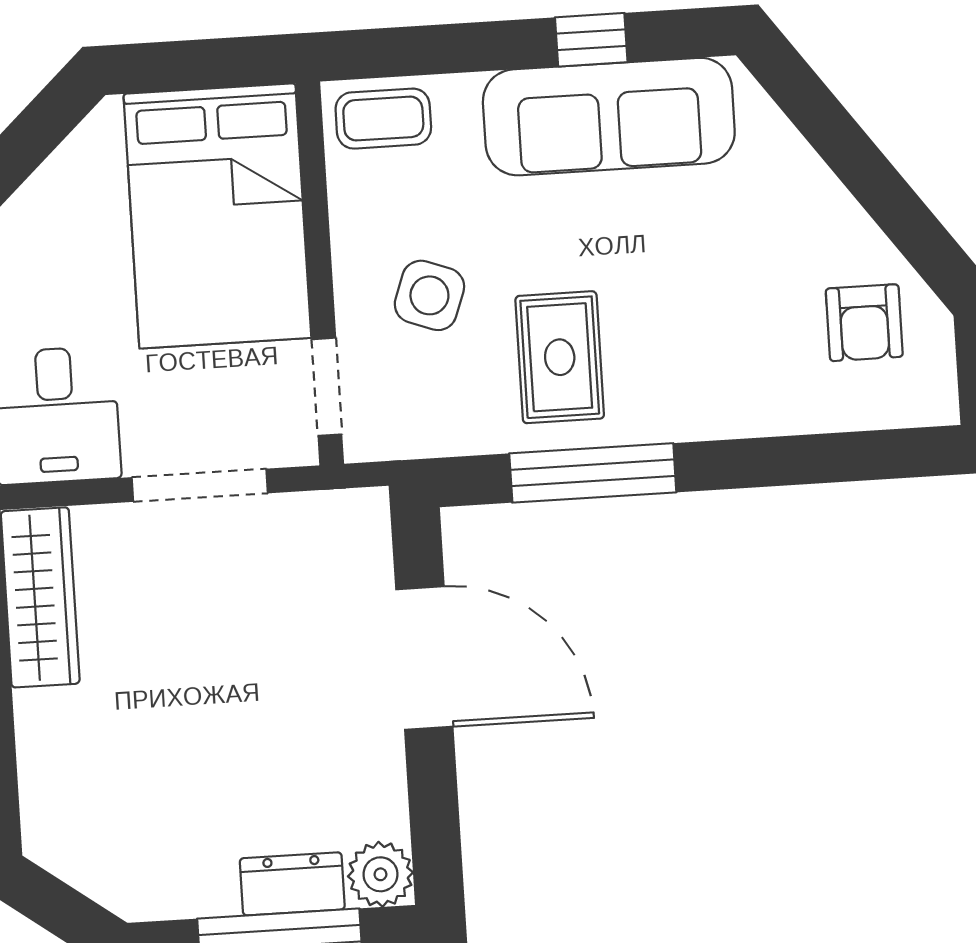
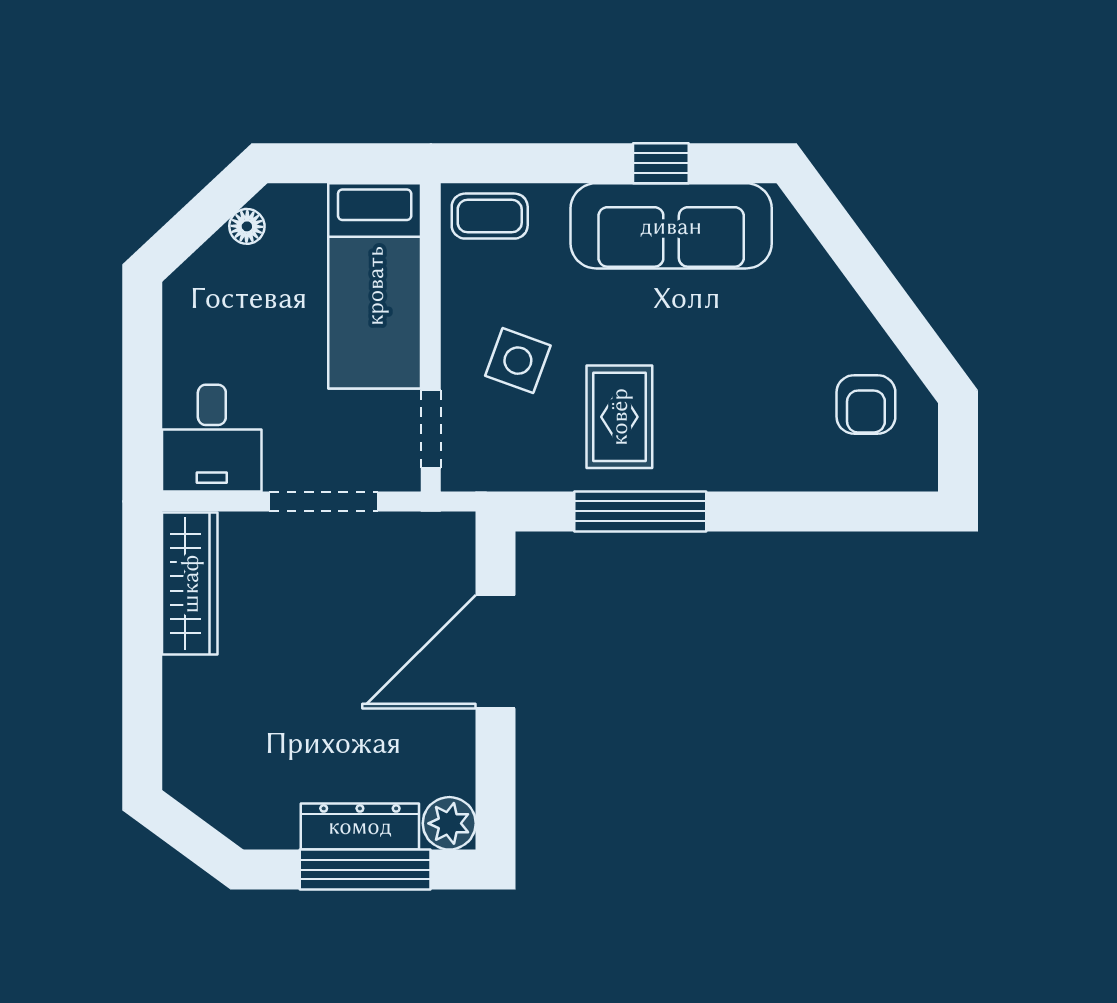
floor lamp: (83, 150) -> (247, 226), added
bed: (217, 216) -> (375, 286), width x0.67
door: (424, 658) -> (495, 652), swing flipped
dresser: (292, 884) -> (360, 826), width x1.44

